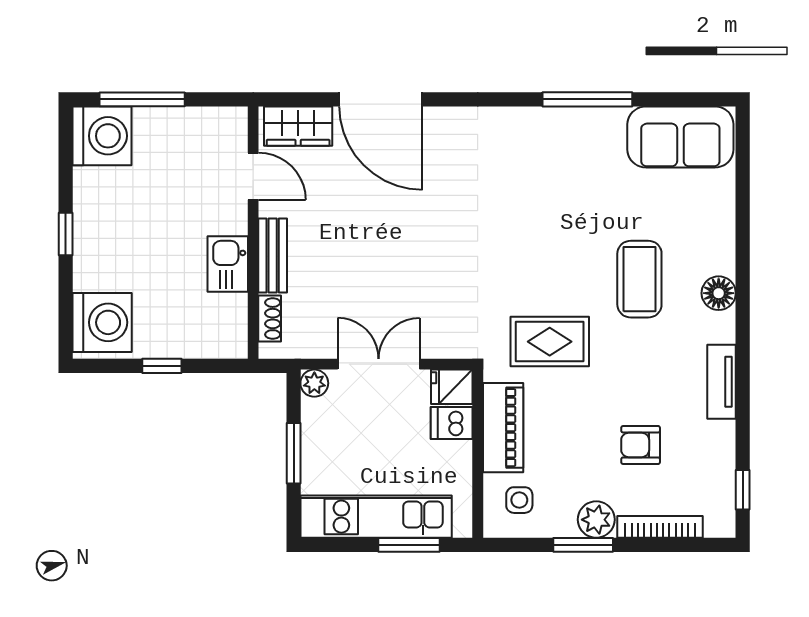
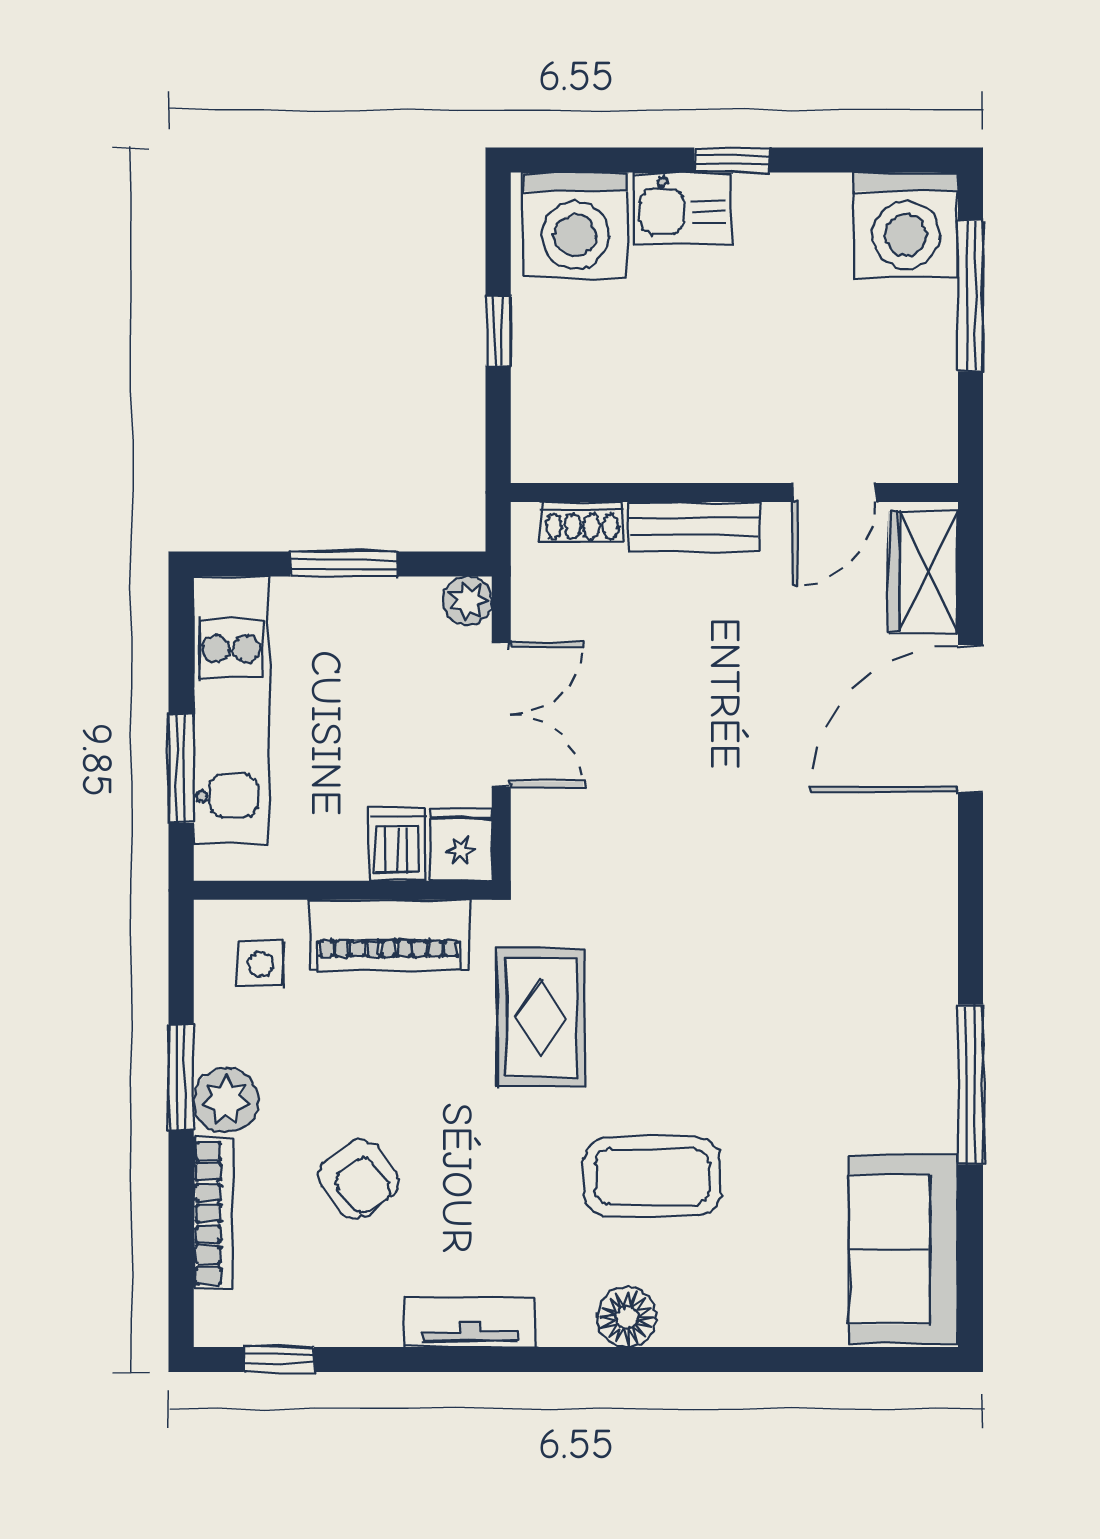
kitchen sink: (228, 264) -> (682, 208), moved, turned 180
armchair: (641, 445) -> (358, 1179), turned 144

